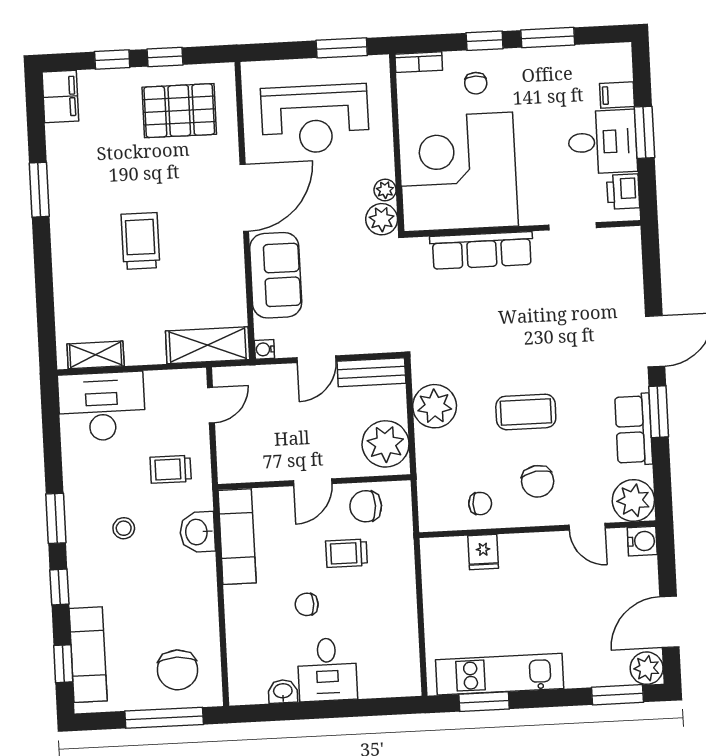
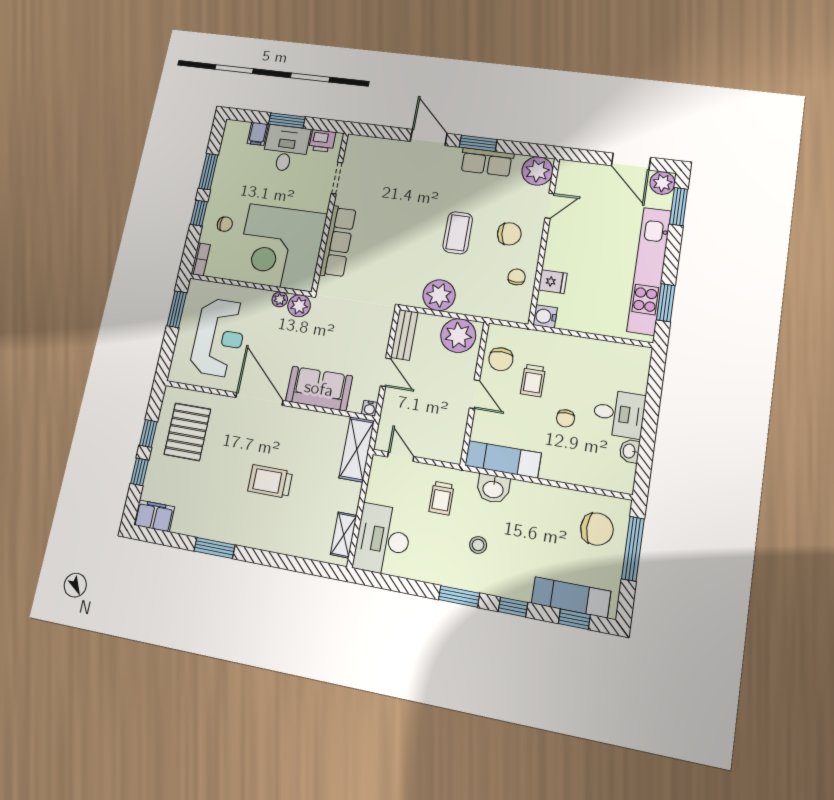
water cooler: (642, 541) -> (545, 316), moved, turned -90
kitchen unit: (500, 674) -> (649, 271), width x1.36

